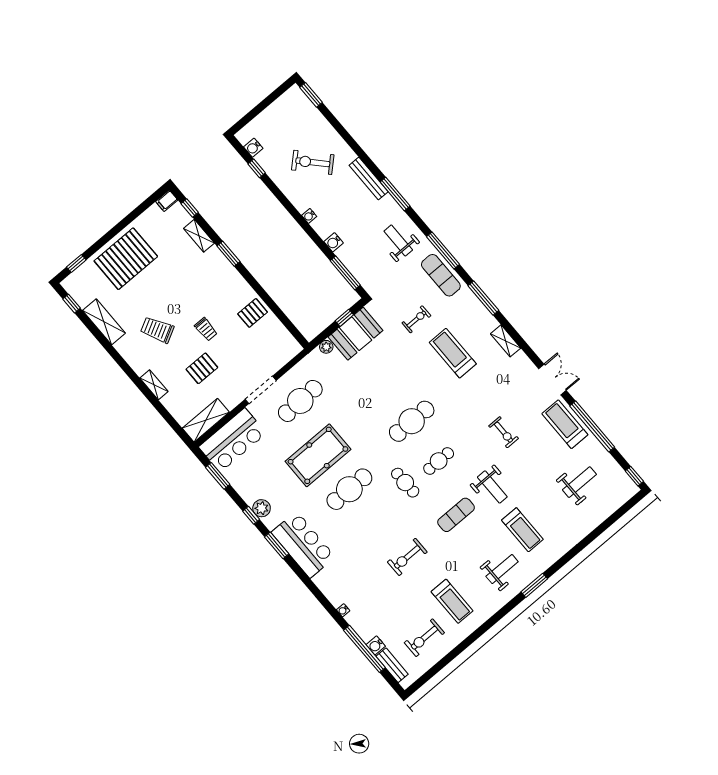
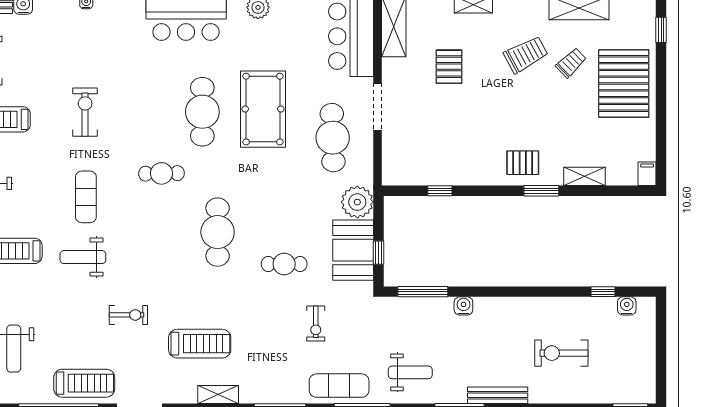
exercise bike: (313, 162) -> (561, 353), turned -137
window: (190, 208) -> (440, 191), moved
water cooler: (309, 216) -> (511, 304), removed
pallet: (253, 313) -> (523, 163), moved, turned 90
trolley: (206, 329) -> (571, 63), moved, turned 136
plant: (326, 347) -> (357, 202), width x1.88, depth x1.88
treadmill: (453, 353) -> (200, 344), moved
exercise bike: (504, 432) -> (128, 315), turned 180
cafe table: (439, 461) -> (284, 264), moved, turned 90

